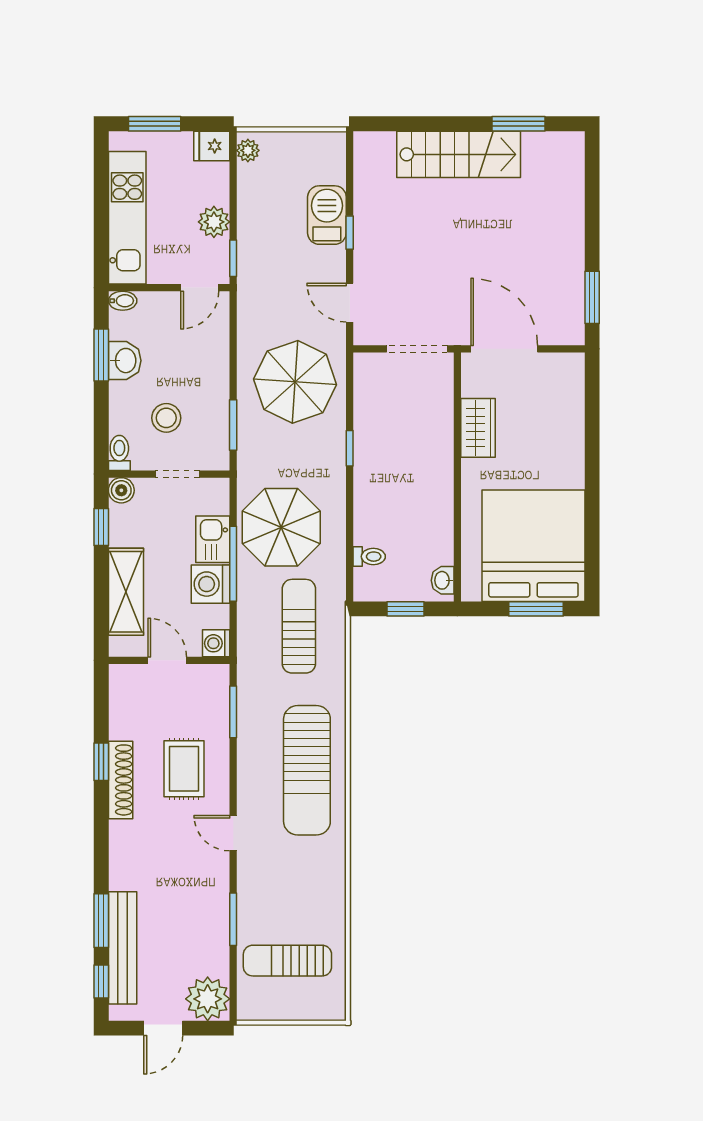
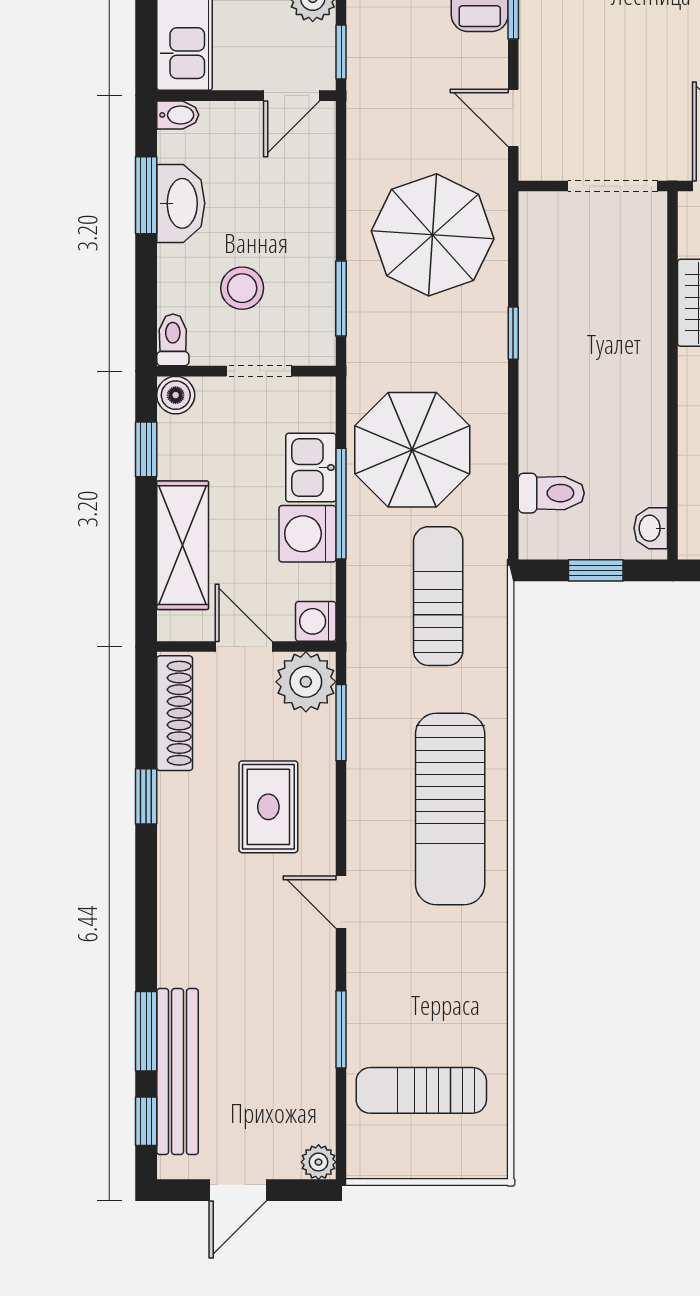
washbasin: (125, 361) -> (181, 203), width x1.38
toilet: (369, 557) -> (551, 493), width x1.37, depth x1.39
plant: (209, 684) -> (306, 682), added
shoe rack: (121, 780) -> (175, 713), moved
plant: (208, 999) -> (319, 1162), width x0.53, depth x0.53

